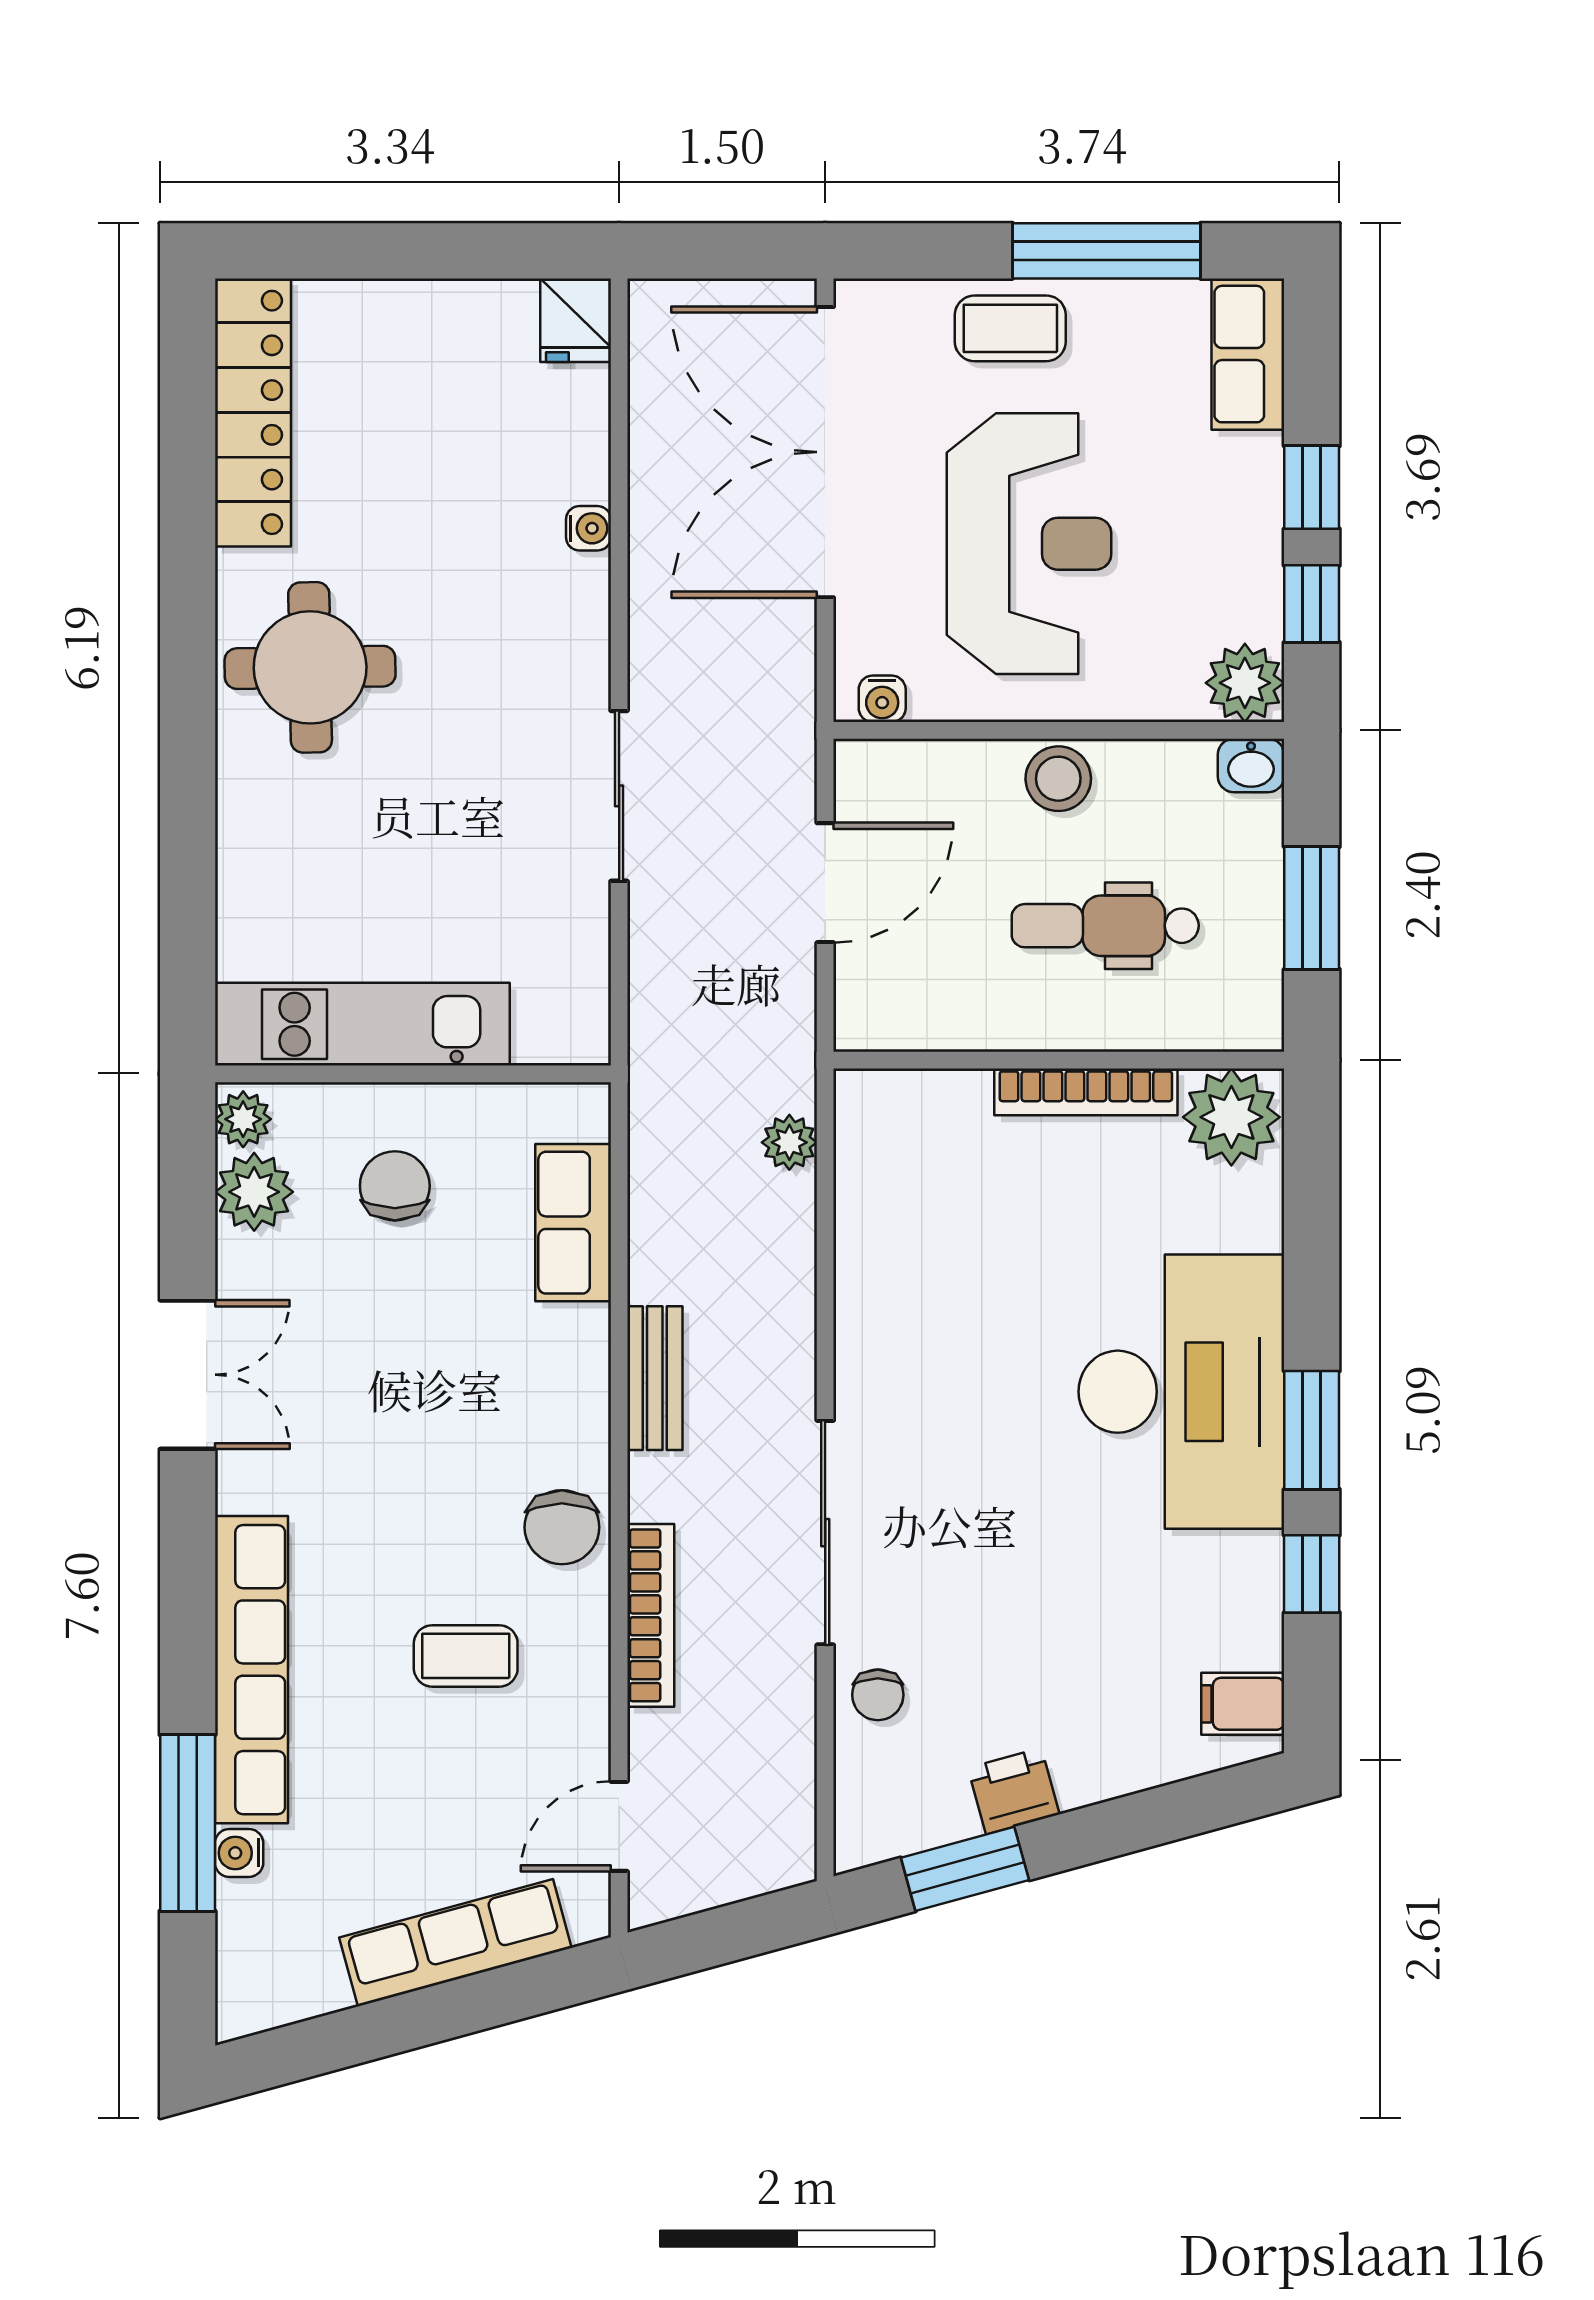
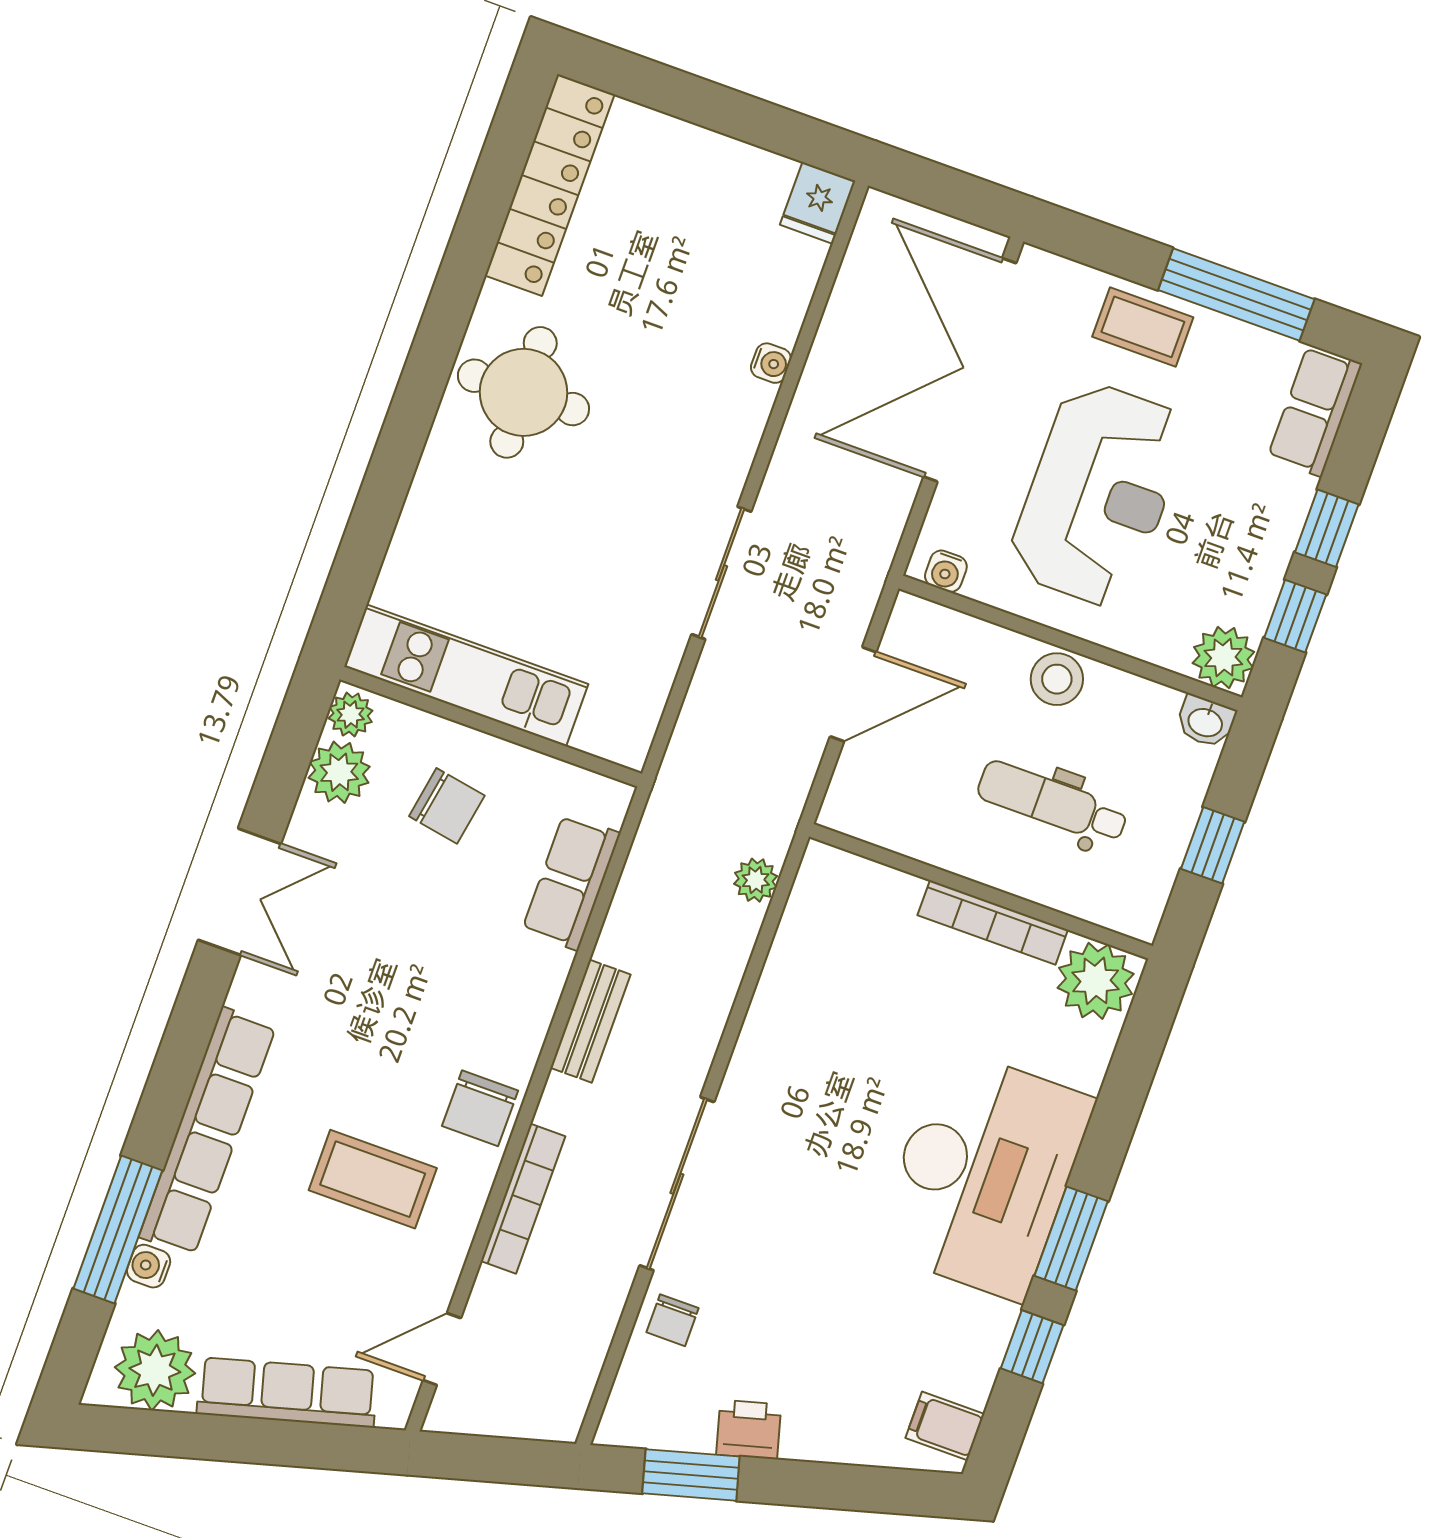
window: (1312, 908) -> (1213, 845), width x0.67
chair: (395, 1186) -> (447, 806), turned 100
coffee table: (466, 1656) -> (373, 1179), width x1.36, depth x1.30
plant: (291, 1973) -> (155, 1370), added

